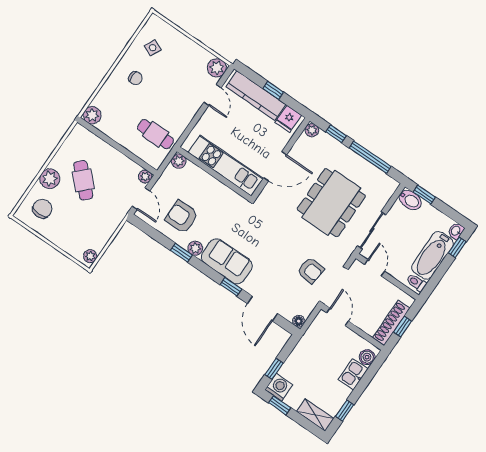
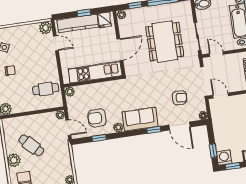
window: (181, 253) -> (99, 138), moved
armchair: (311, 270) -> (180, 98), moved

